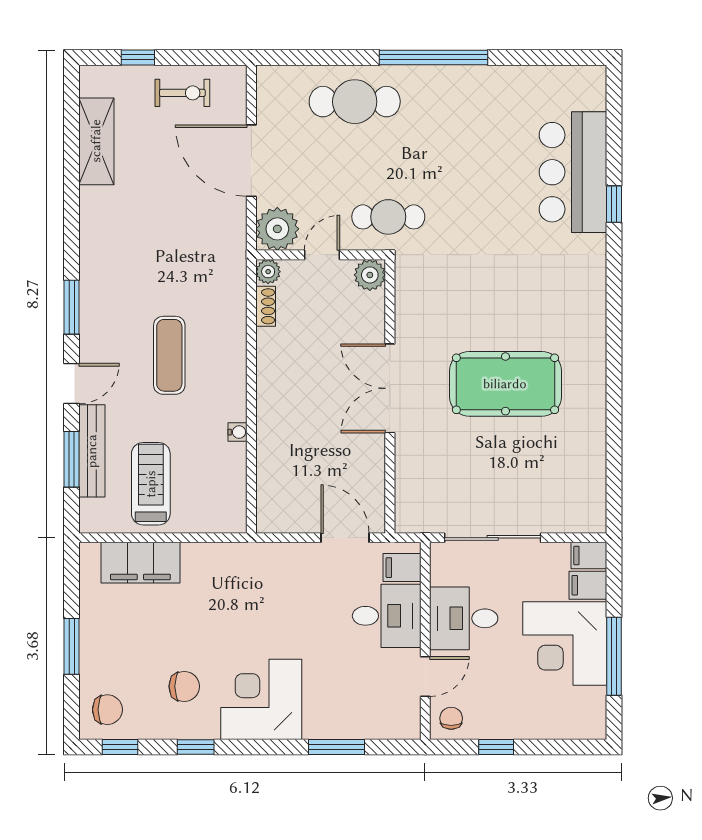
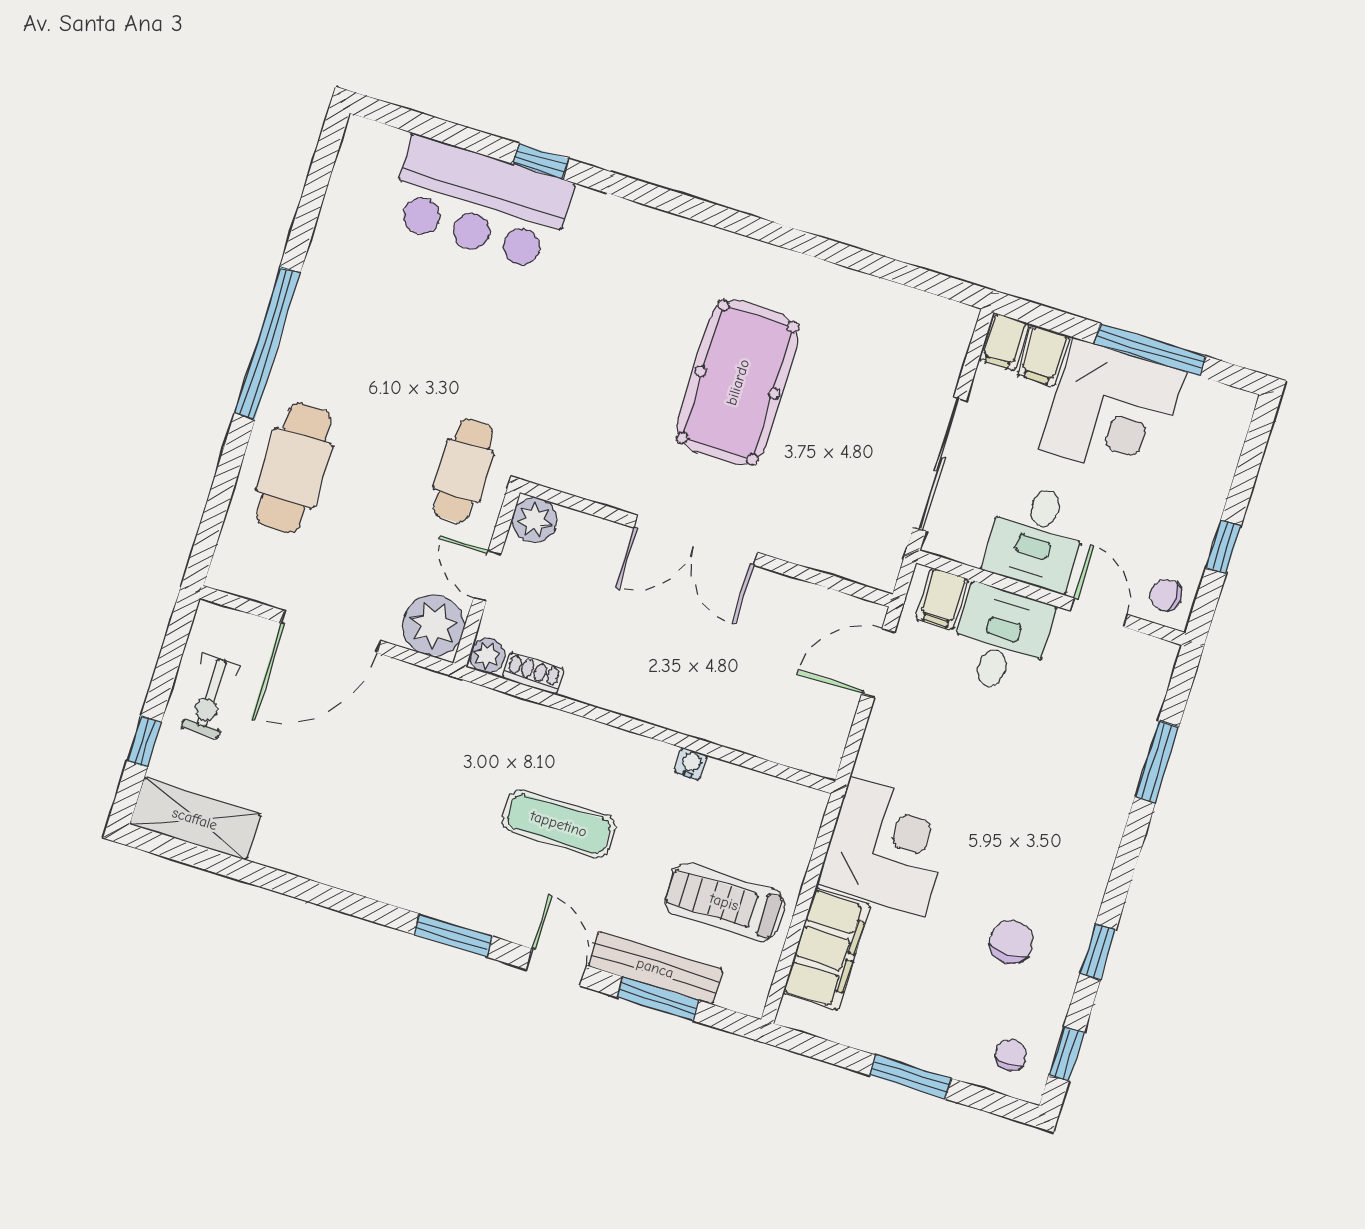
exercise bike: (182, 93) -> (211, 697), turned 180
shelving: (96, 141) -> (195, 819), moved
corner desk: (261, 699) -> (888, 847), moved, turned 180
chair: (107, 710) -> (1011, 1055), width x0.73, depth x0.73

